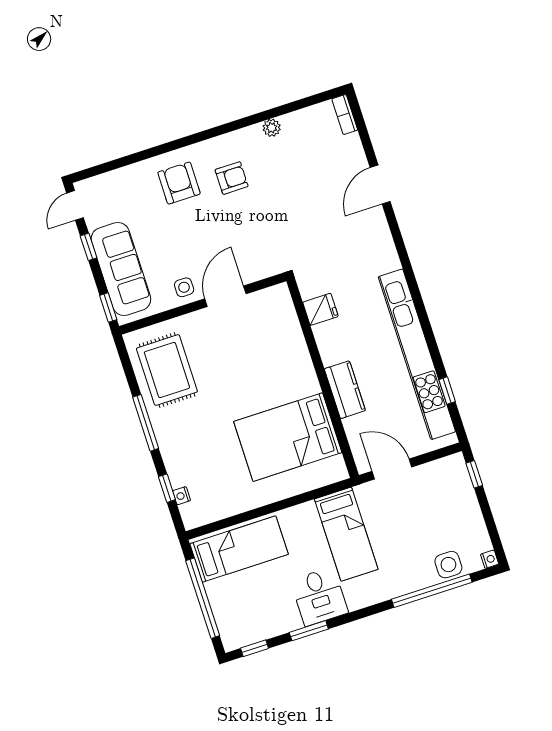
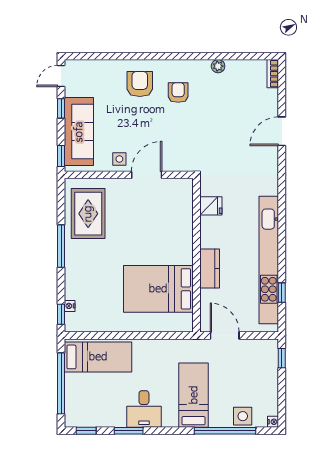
armchair: (232, 178) -> (178, 93), turned -90
window: (167, 488) -> (61, 314), moved
bed: (346, 534) -> (194, 395), moved, turned 180

